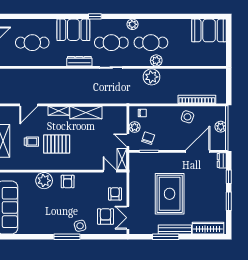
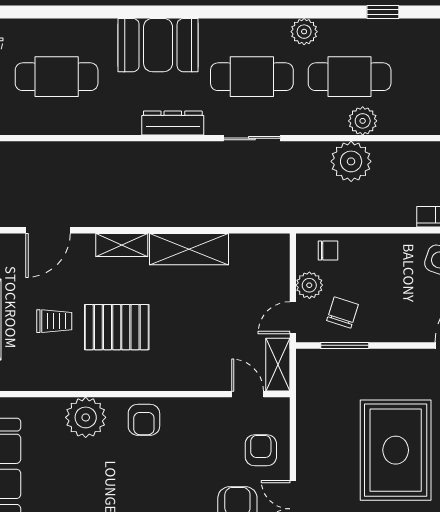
window: (95, 16) -> (383, 12), moved
door: (128, 140) -> (293, 318), hinge flipped

